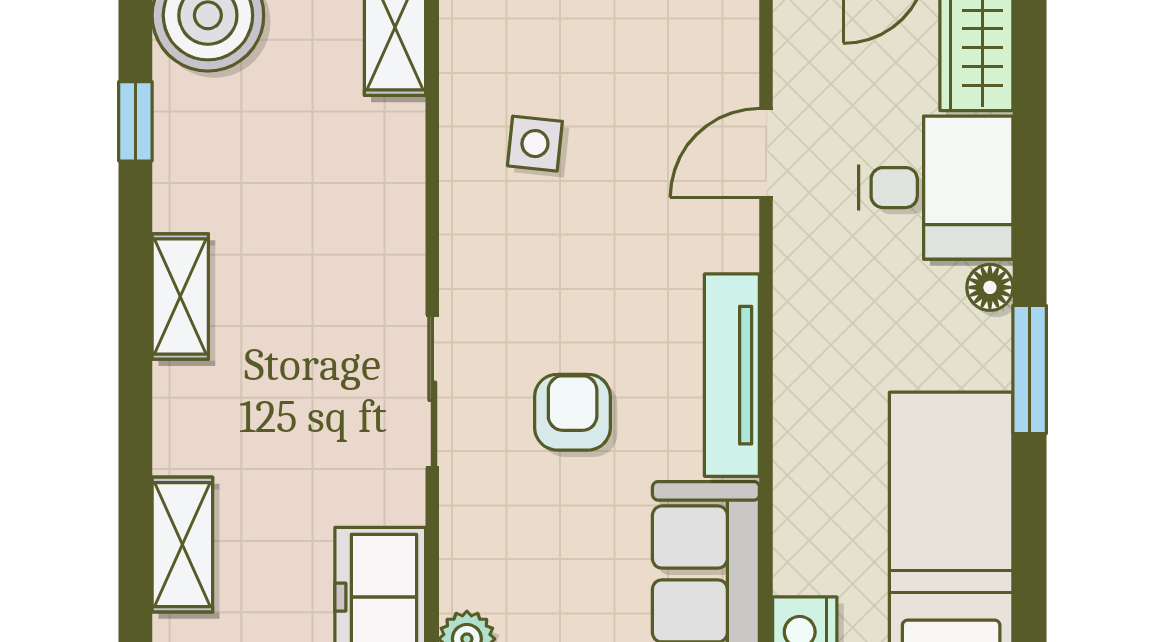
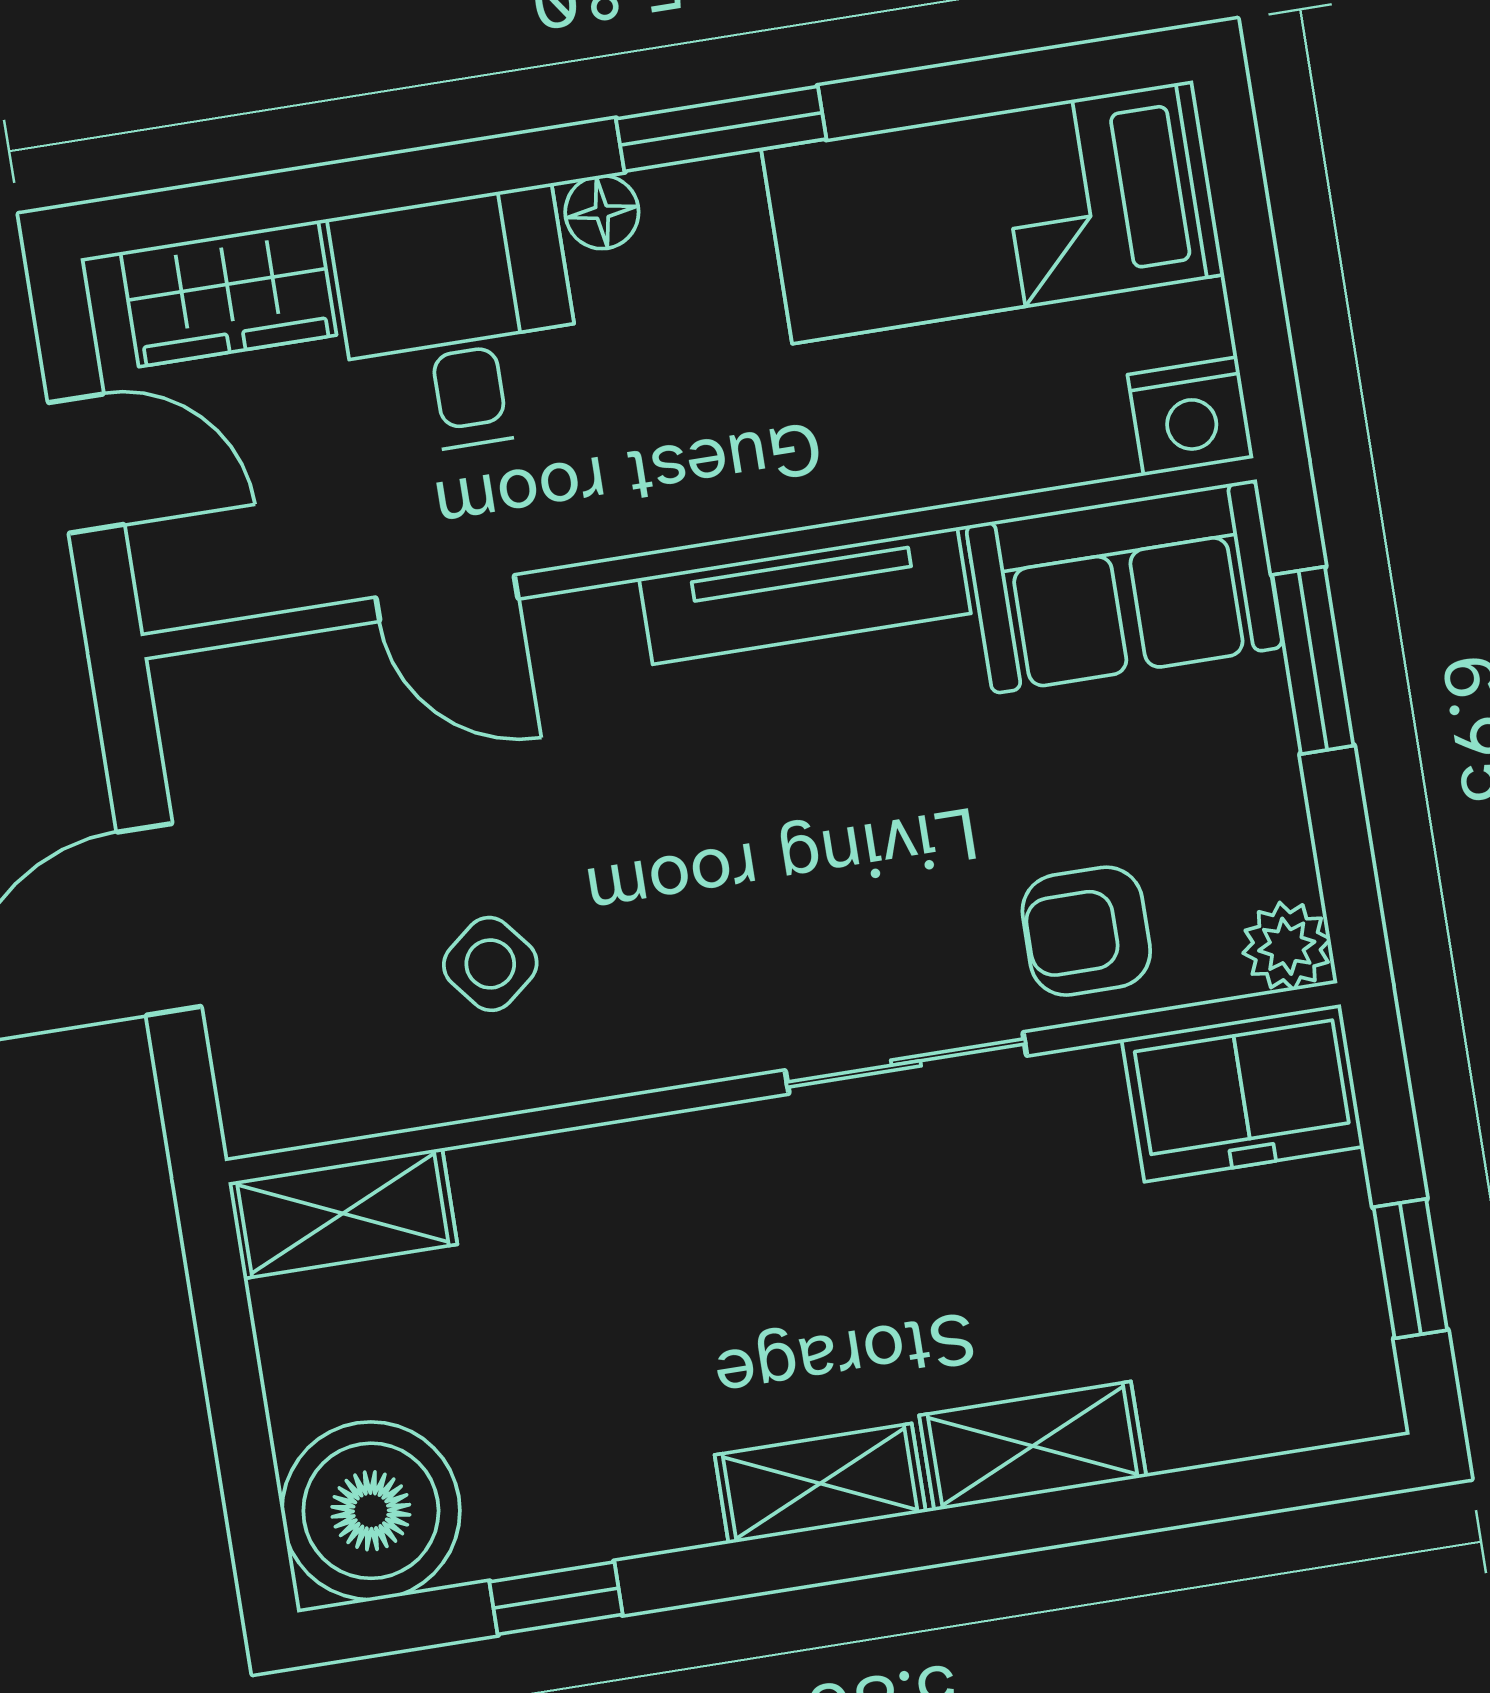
side table: (535, 144) -> (490, 964), turned 45
armchair: (573, 412) -> (1086, 931), moved
shelving: (182, 545) -> (1033, 1446), moved

